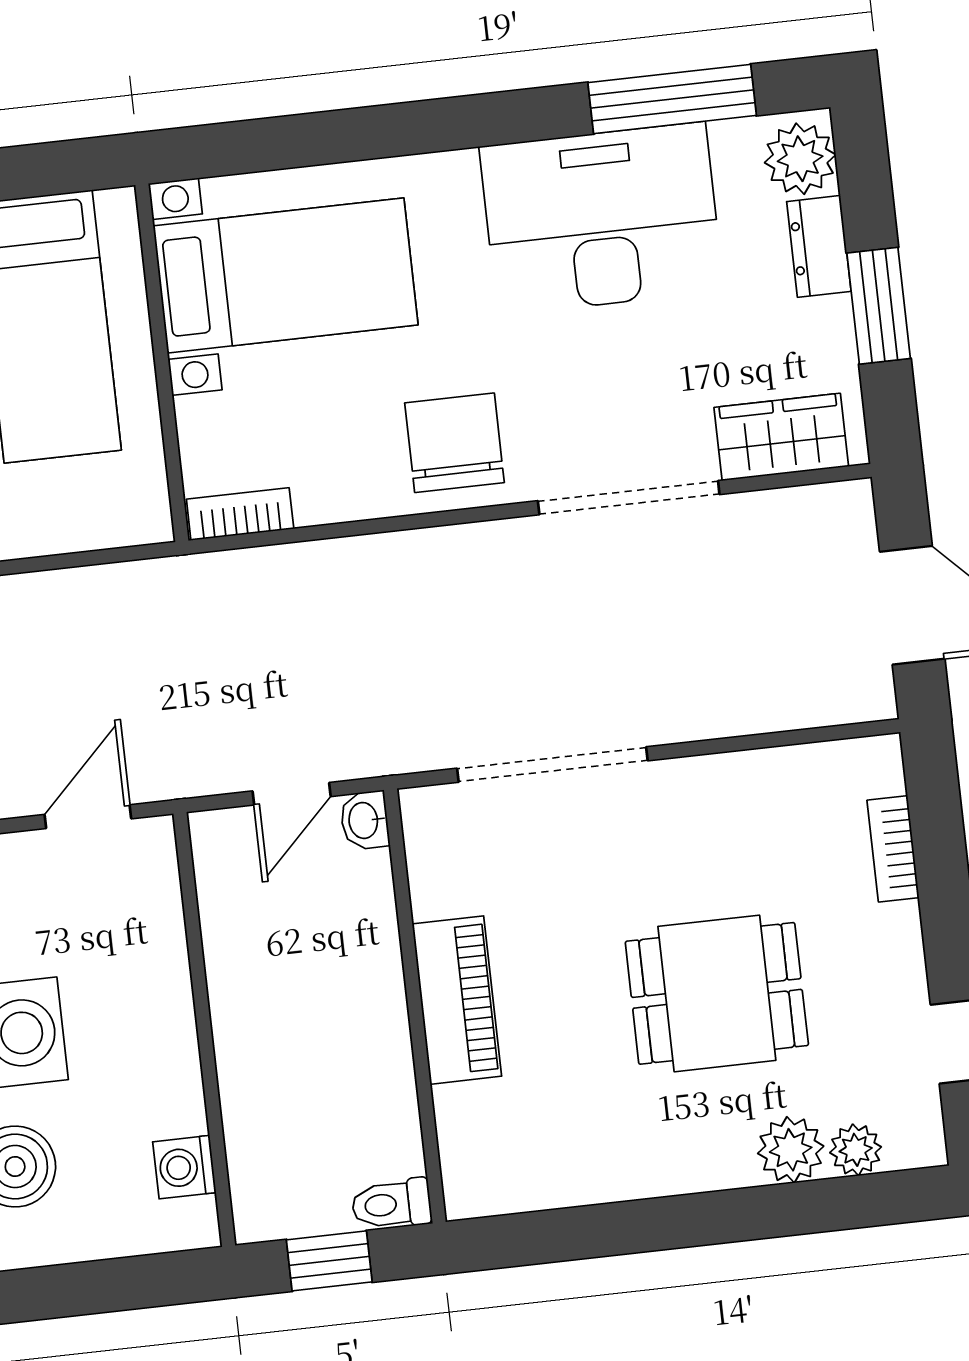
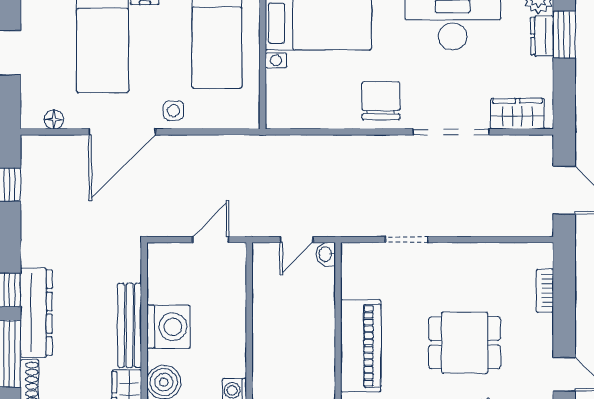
window: (879, 306) -> (564, 35), moved
bookcase: (240, 514) -> (288, 121), removed
doorway: (552, 764) -> (407, 240), width x0.53
piano: (457, 1000) -> (361, 346), width x1.37, depth x1.33

